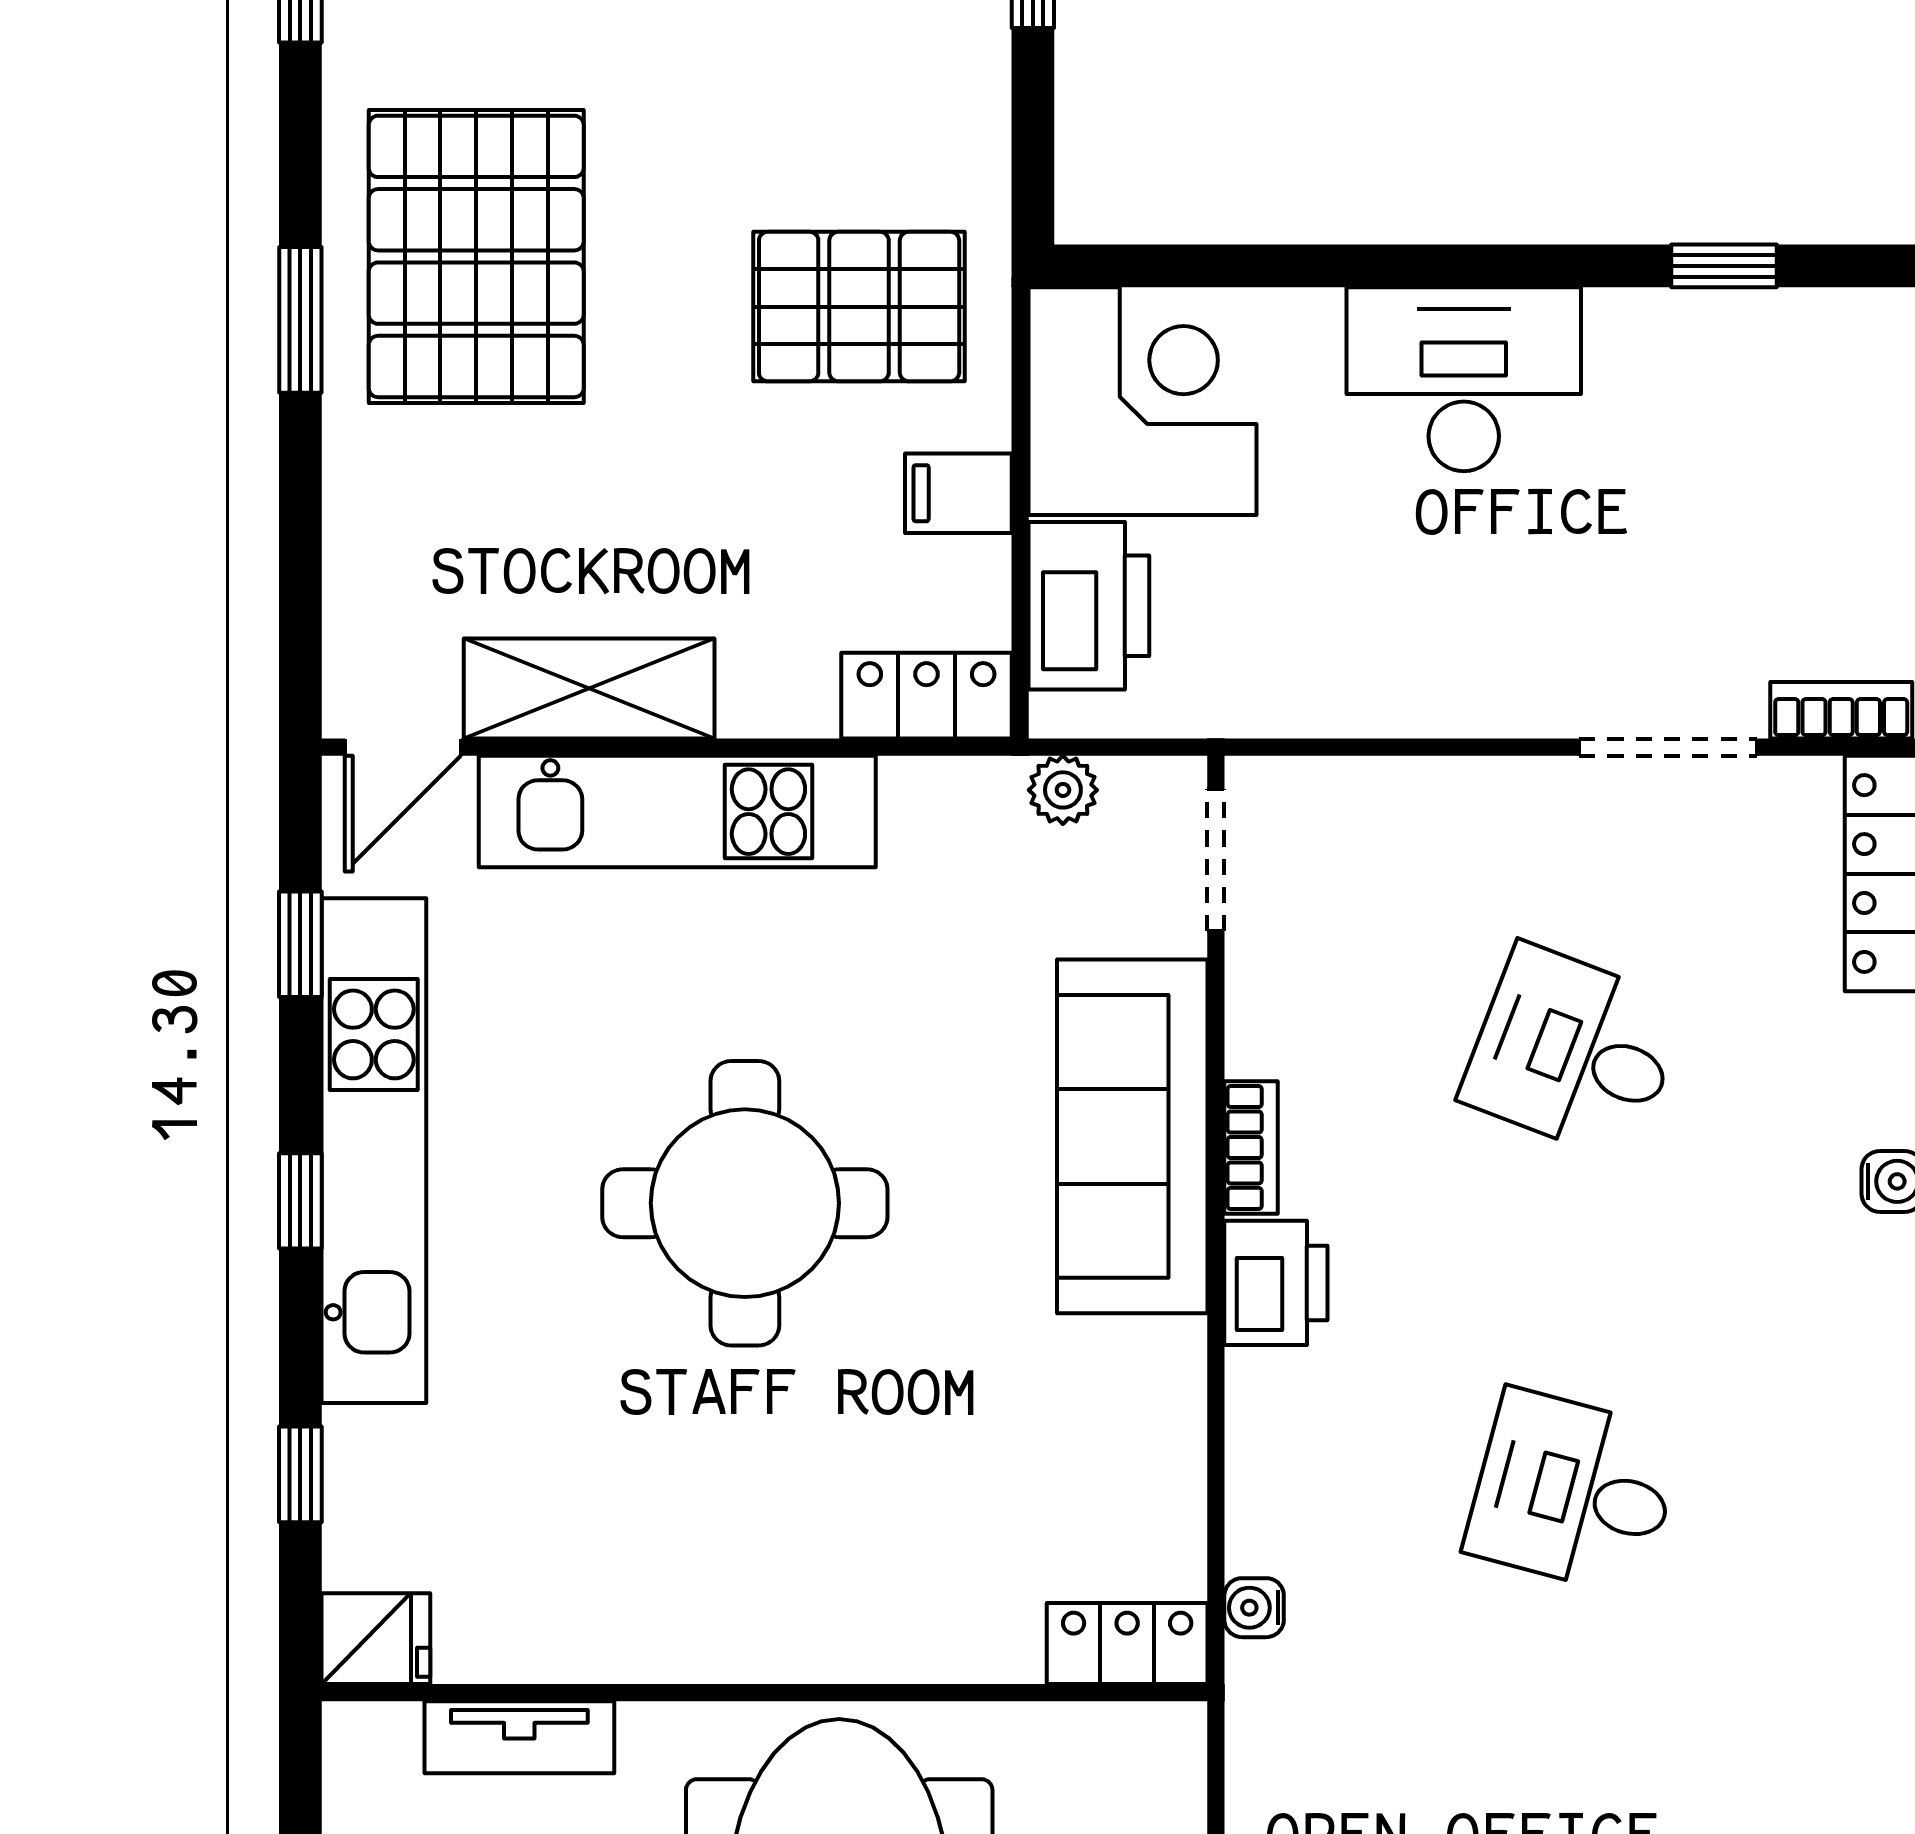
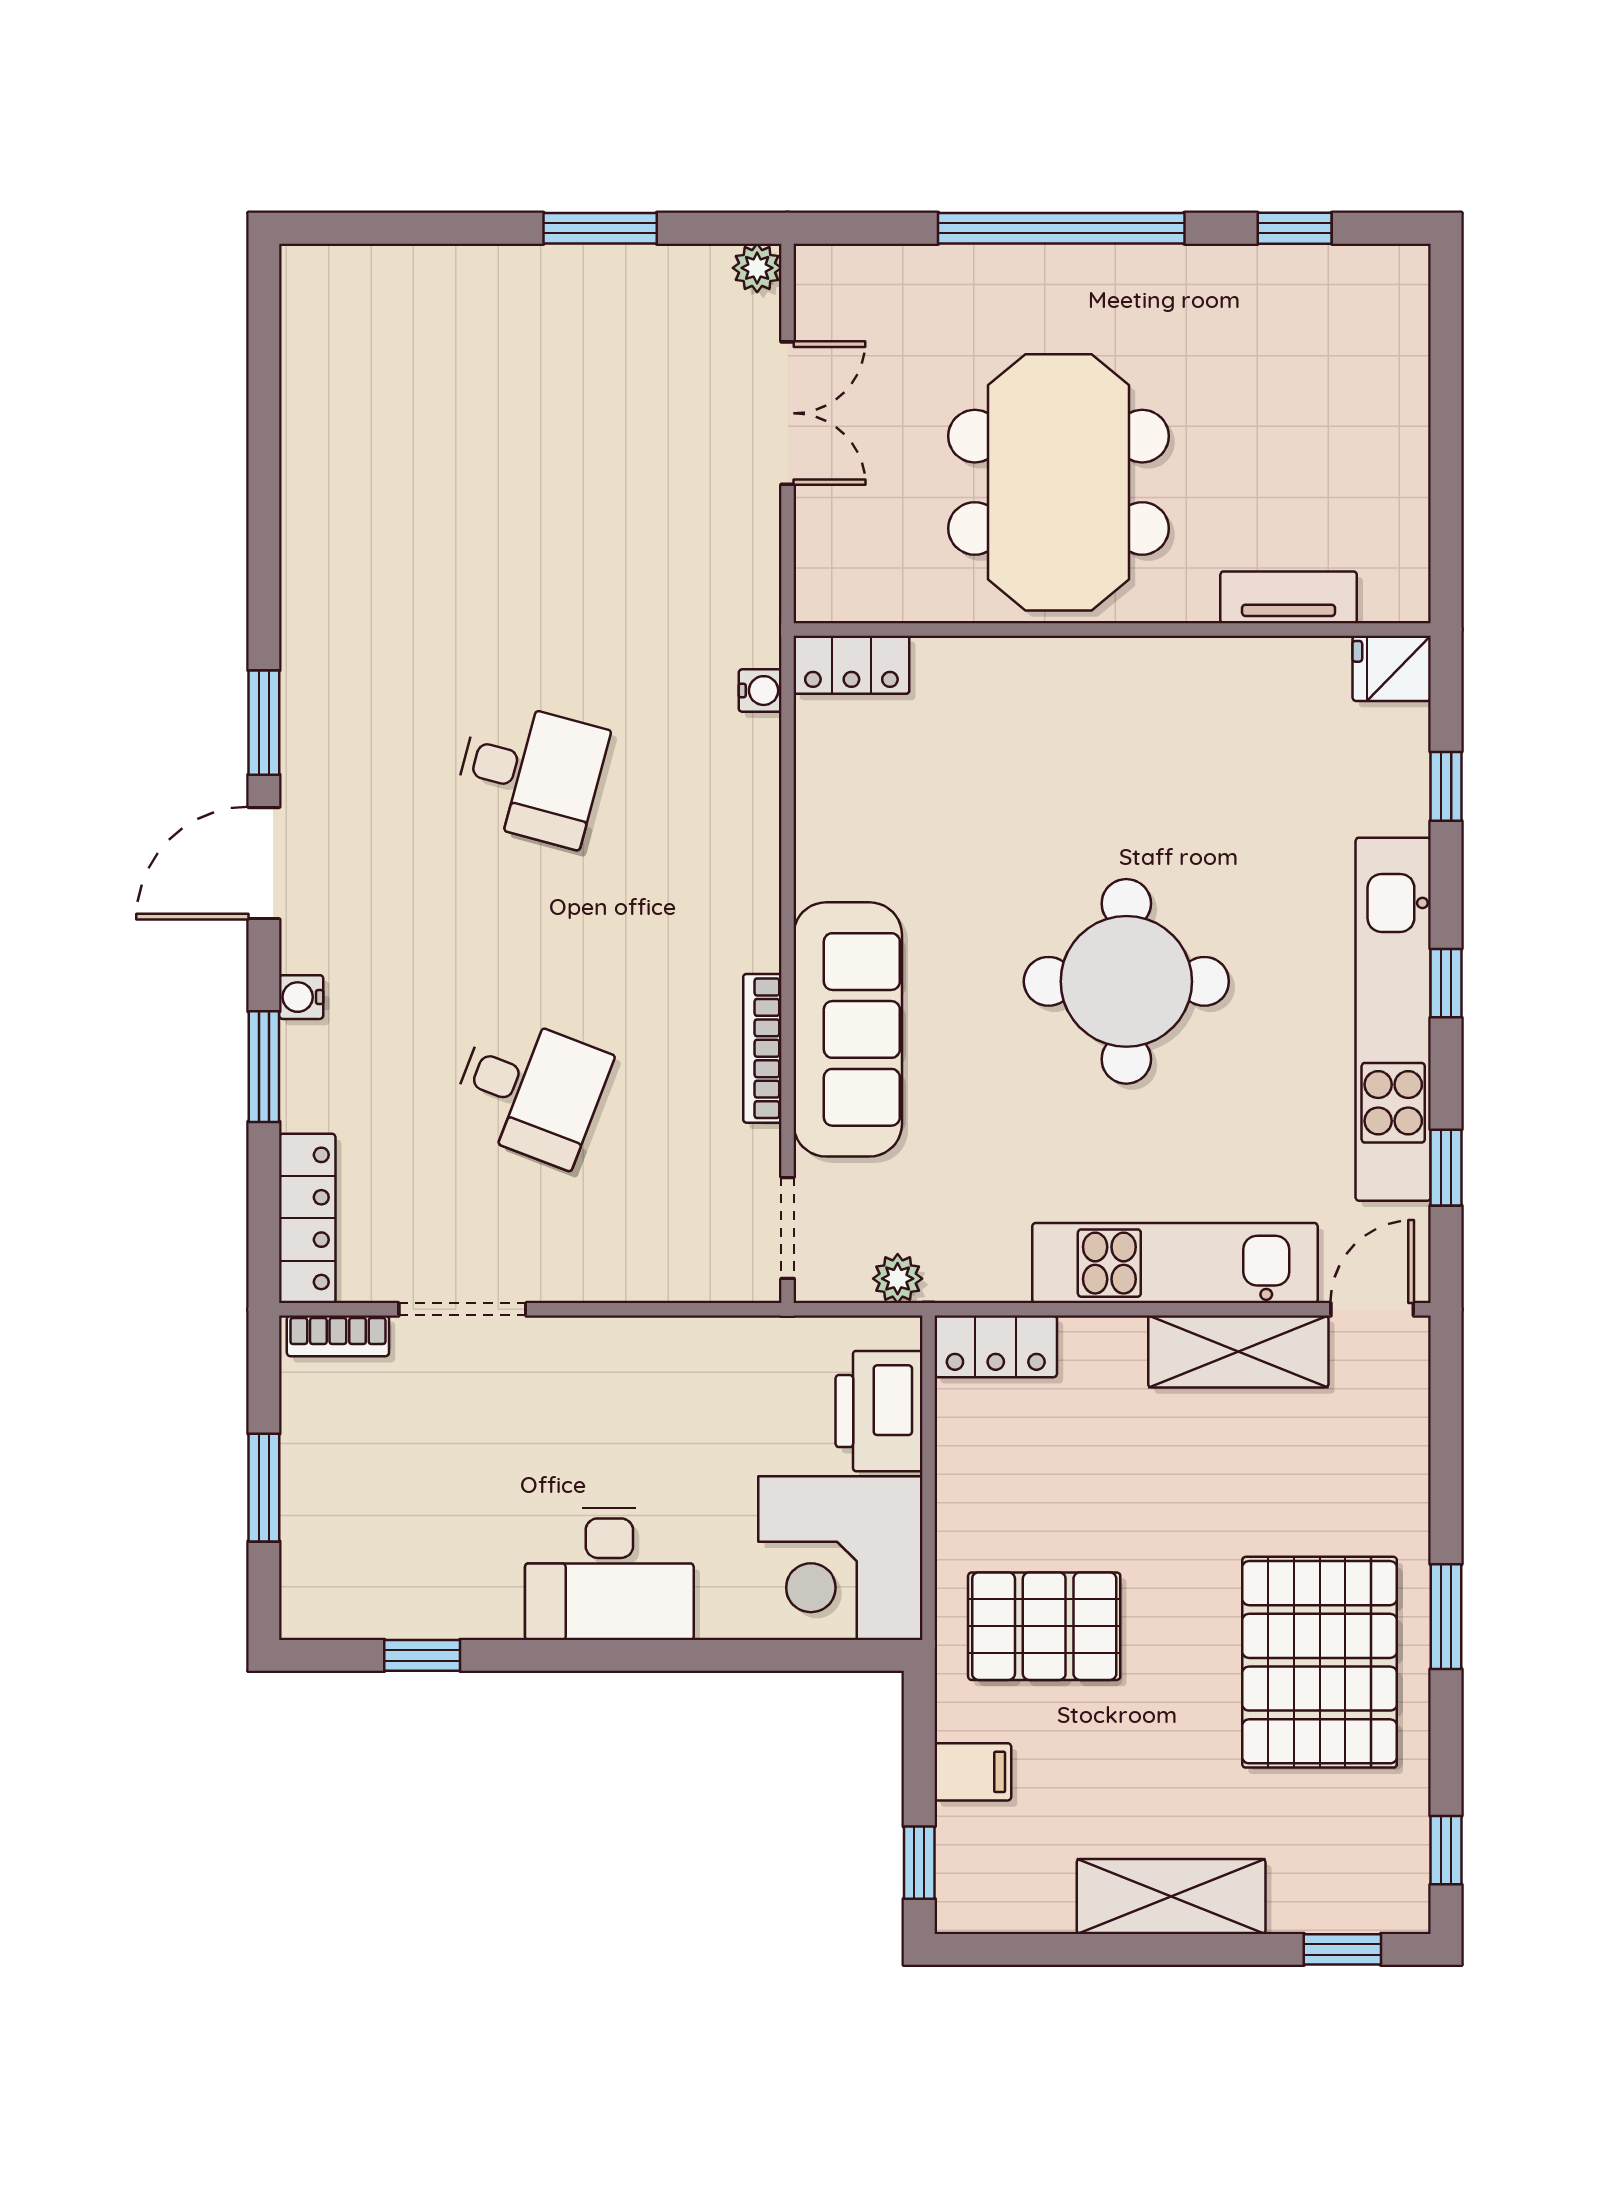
filing cabinet: (958, 493) -> (973, 1772), moved
bookcase: (1251, 1147) -> (762, 1048), width x1.56
printer: (1276, 1283) -> (744, 924), removed

